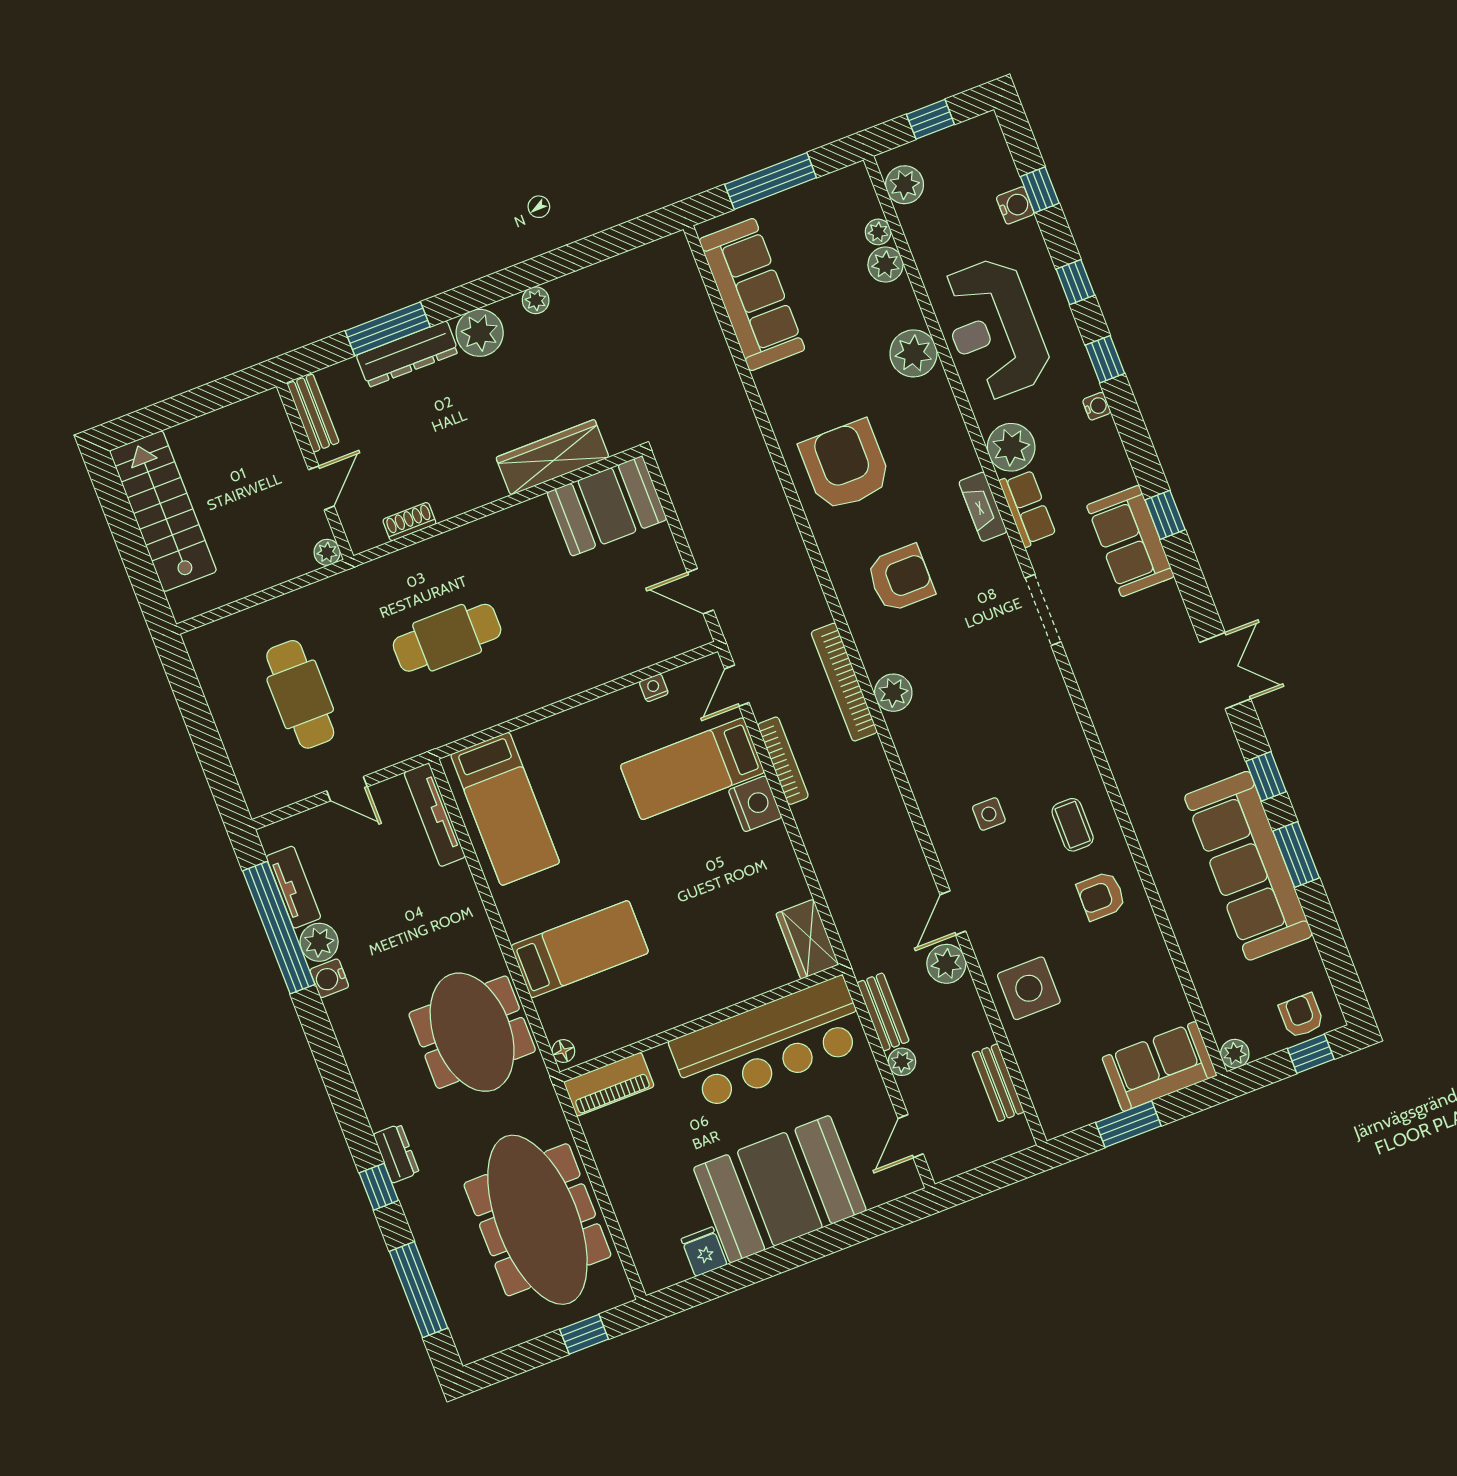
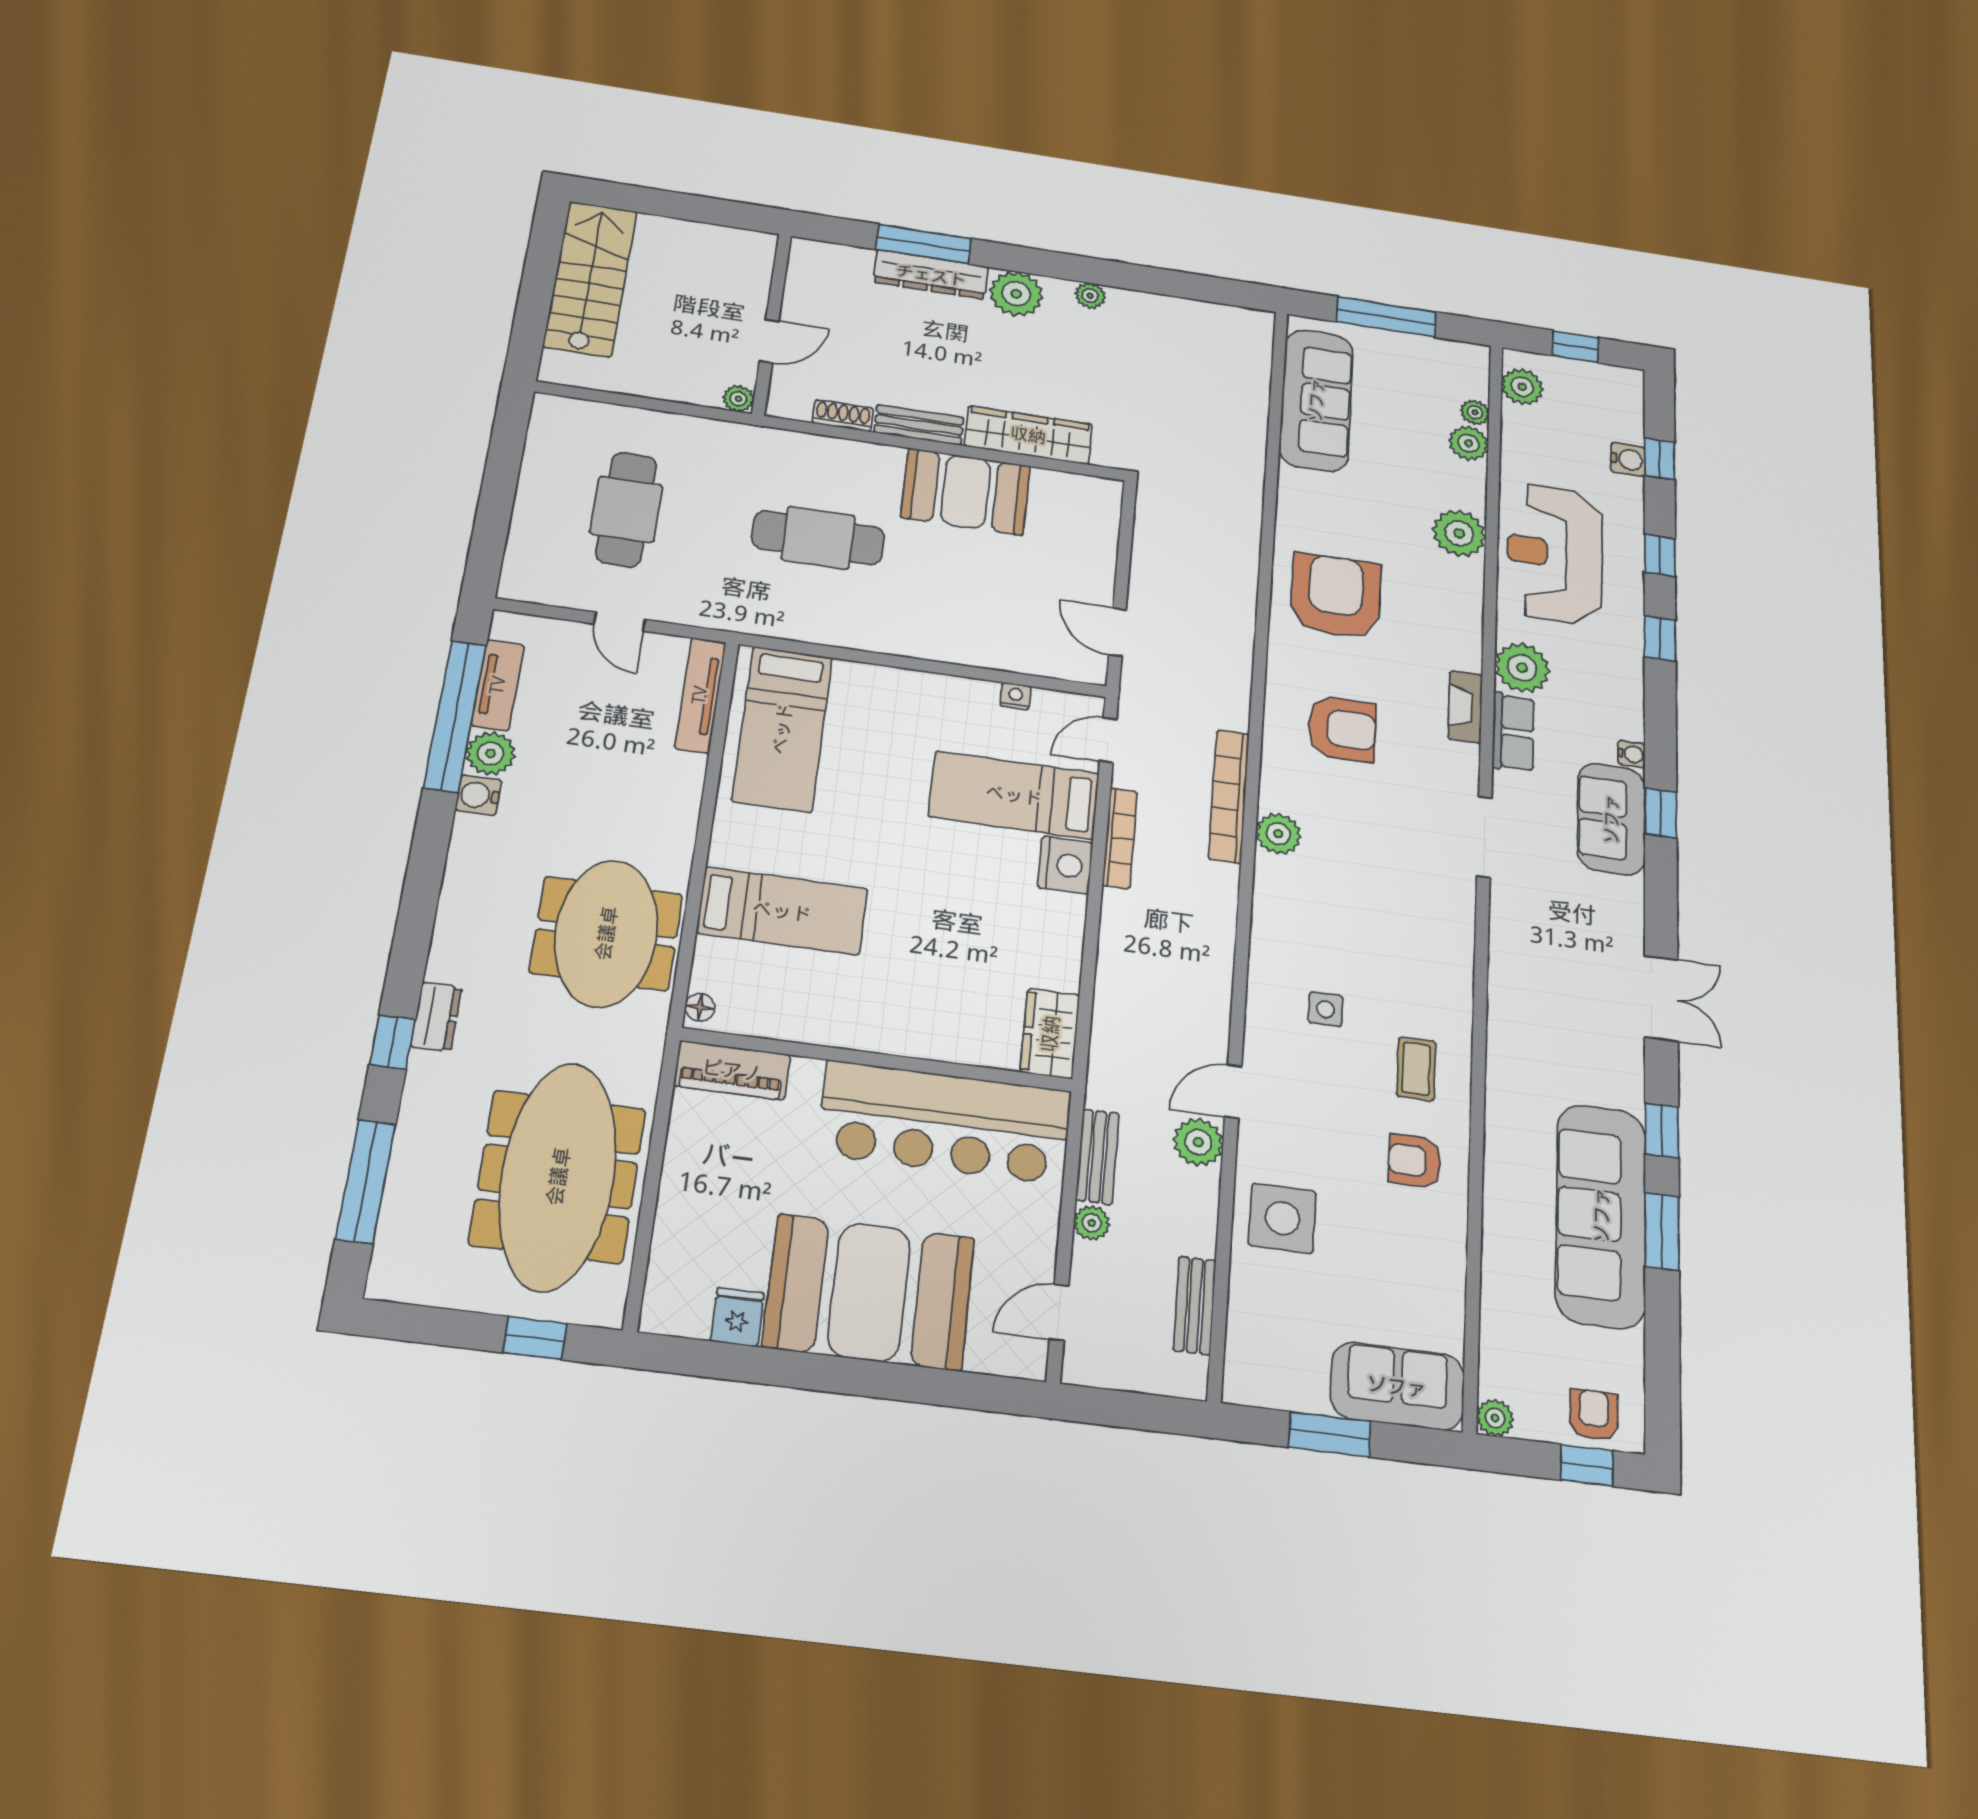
water cooler: (1097, 406) -> (1632, 754), moved
bench: (313, 413) -> (919, 425), moved, turned 90
booth: (607, 506) -> (966, 492), moved

